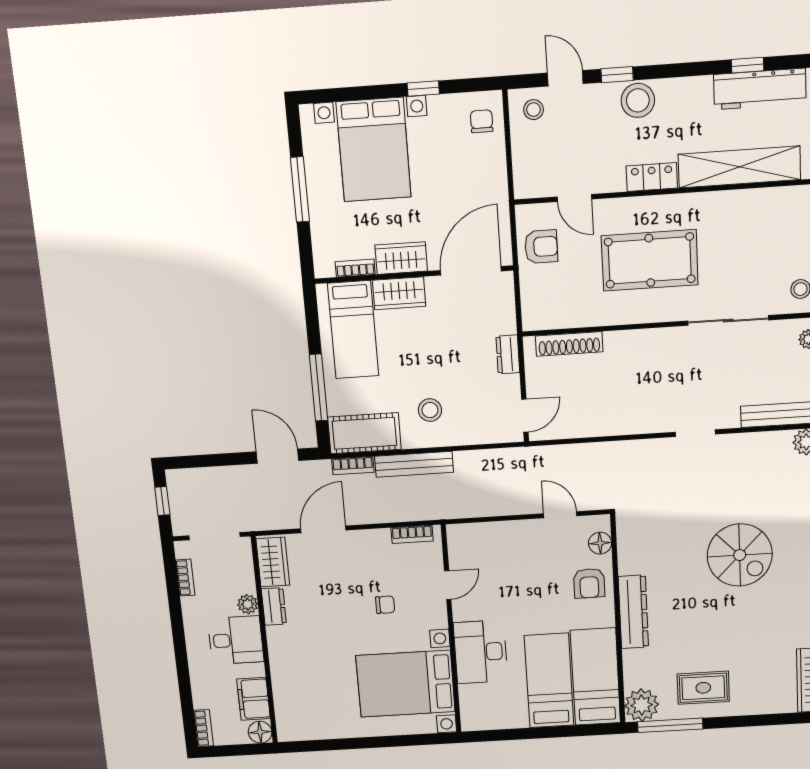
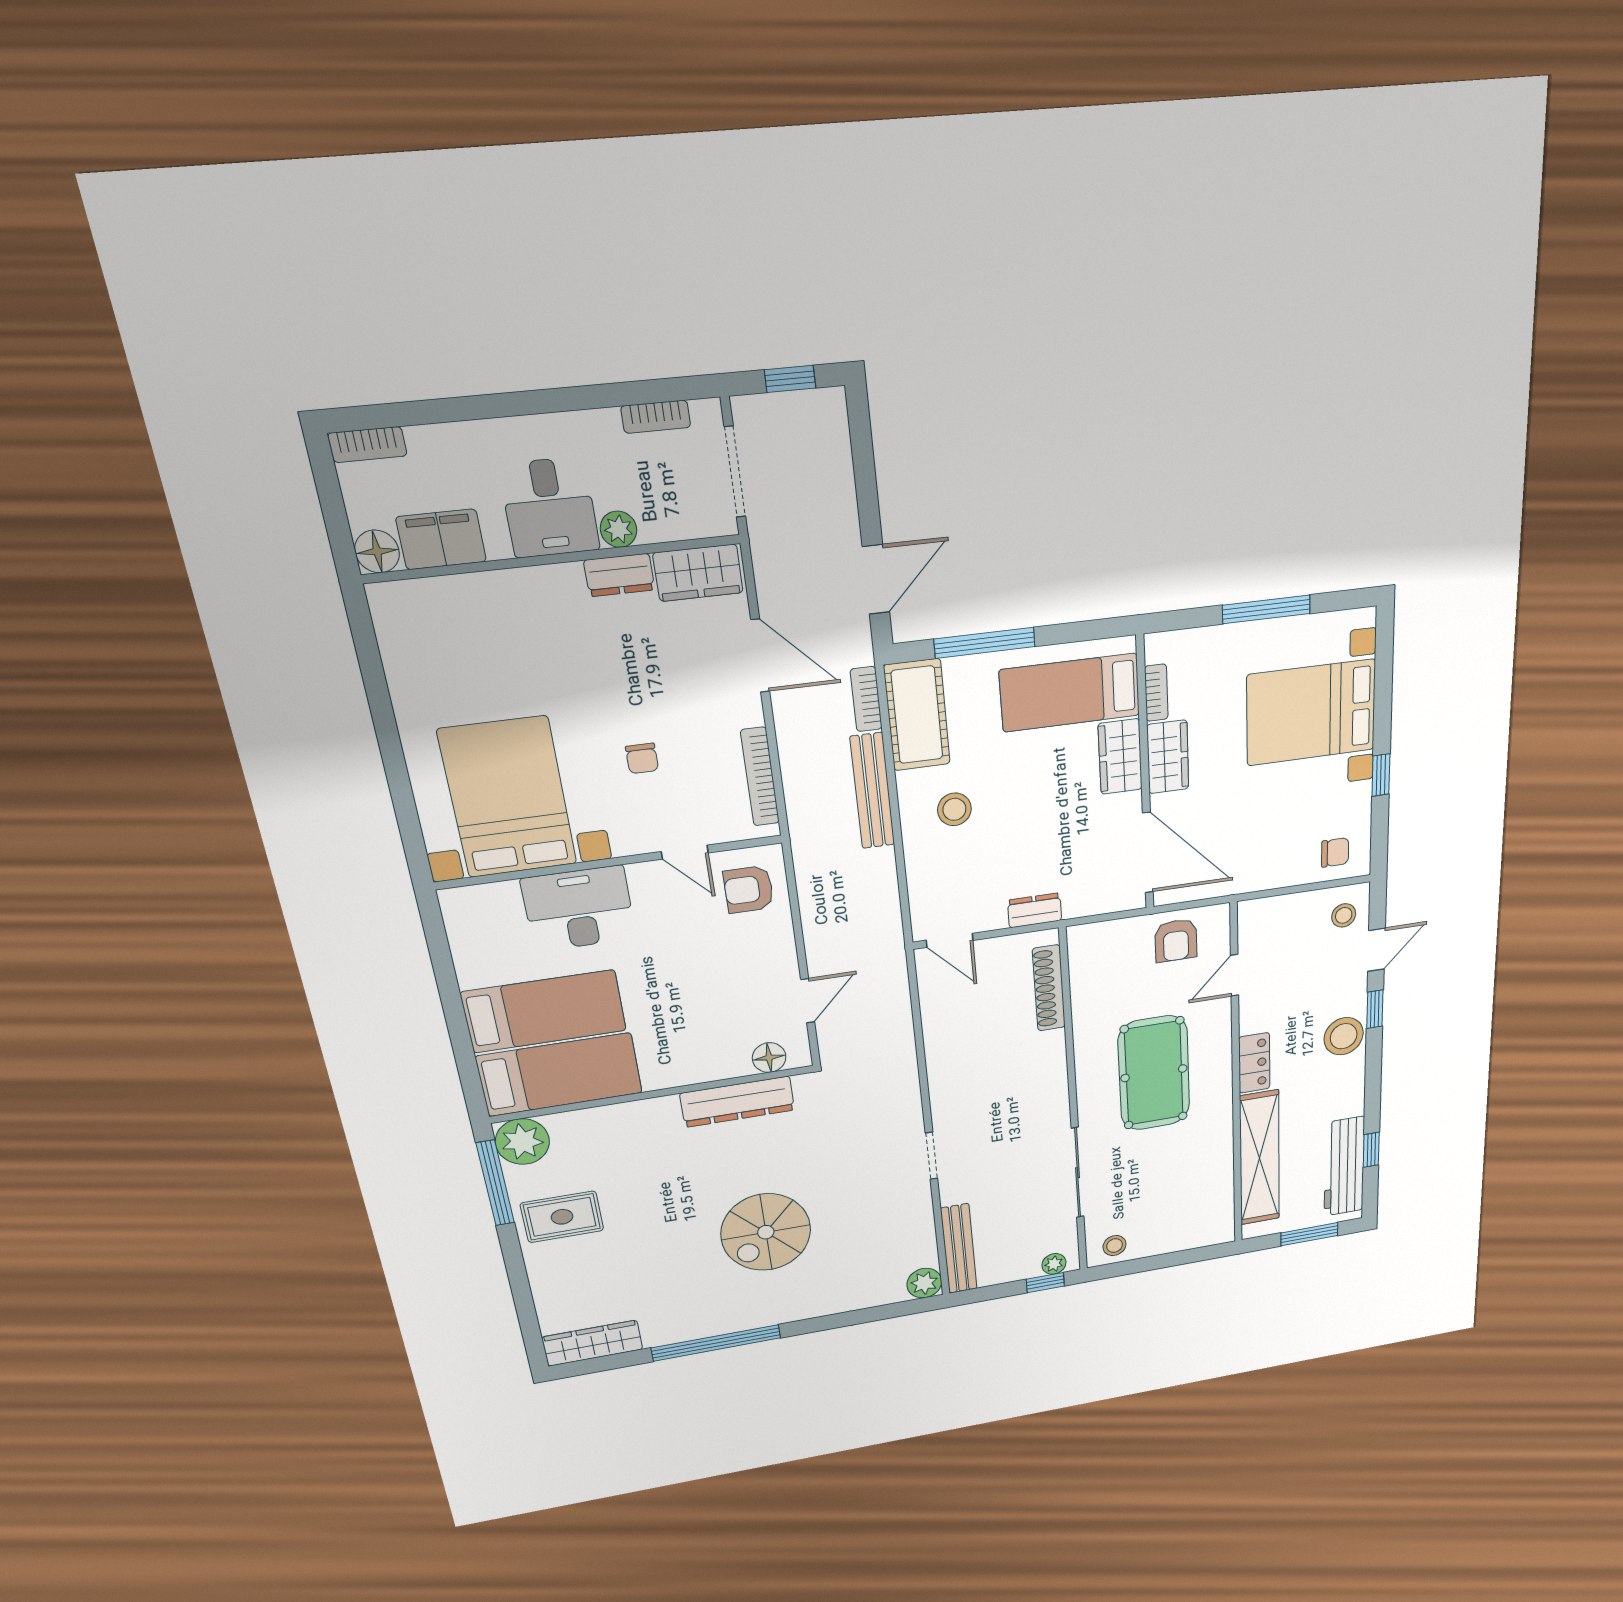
bookcase: (412, 534) -> (760, 777), width x1.56
armchair: (589, 583) -> (749, 889), moved
dresser: (633, 612) -> (737, 1102), moved
rug: (703, 688) -> (562, 1217), turned 90

